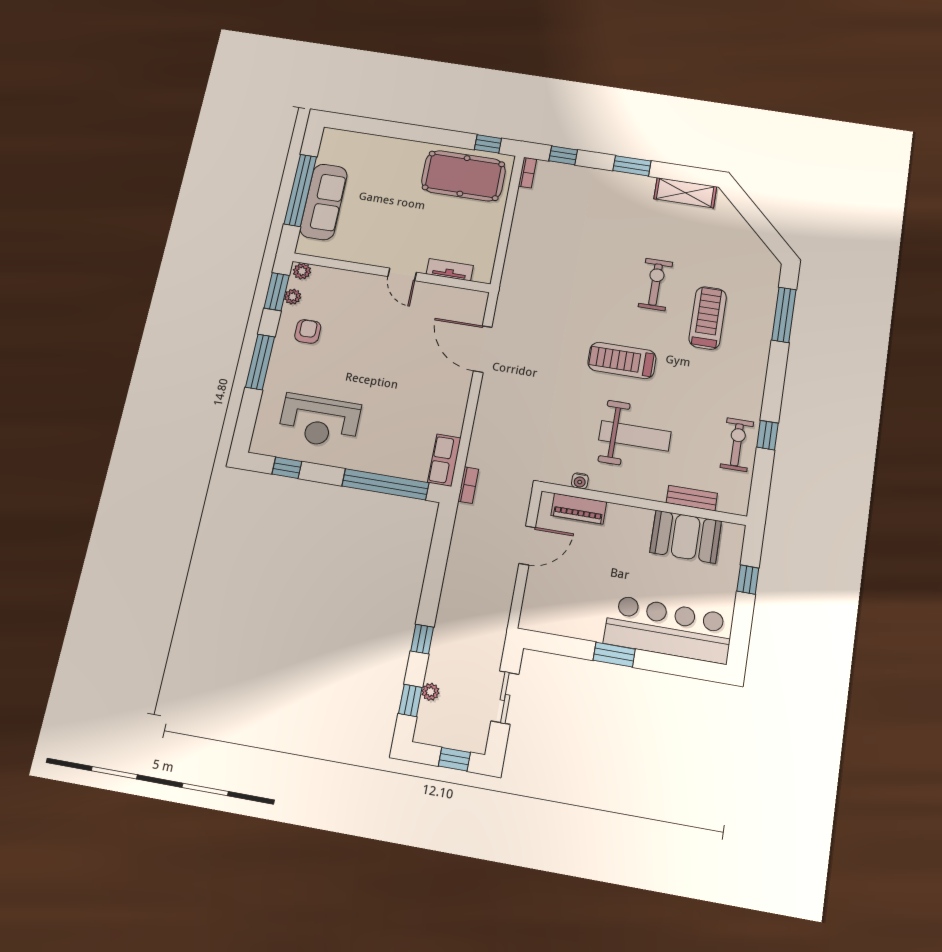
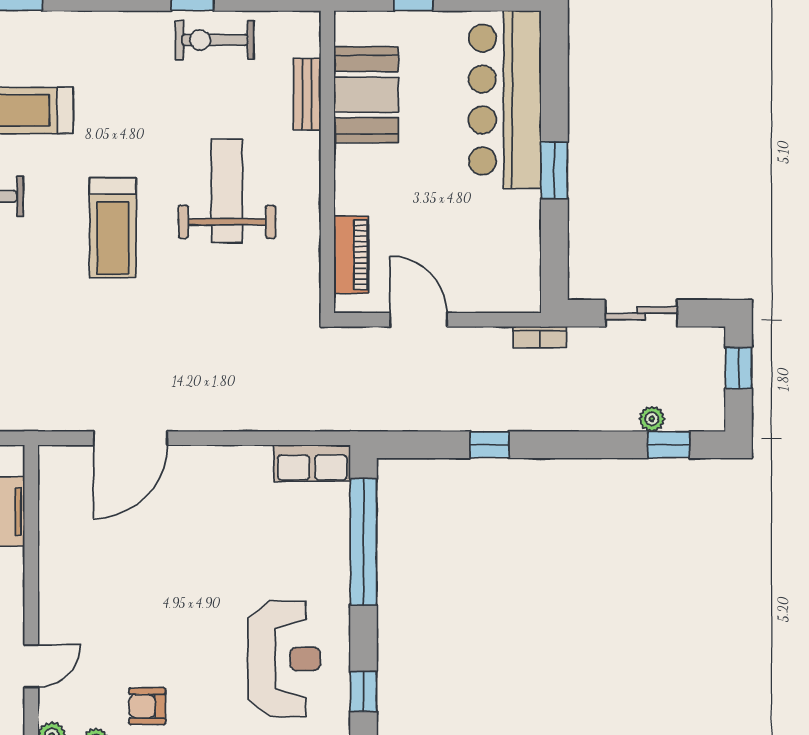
door: (402, 274) -> (31, 666), moved
water cooler: (580, 481) -> (309, 260), removed
bookcase: (468, 485) -> (540, 337), moved, turned 180
window: (422, 639) -> (490, 445), moved

